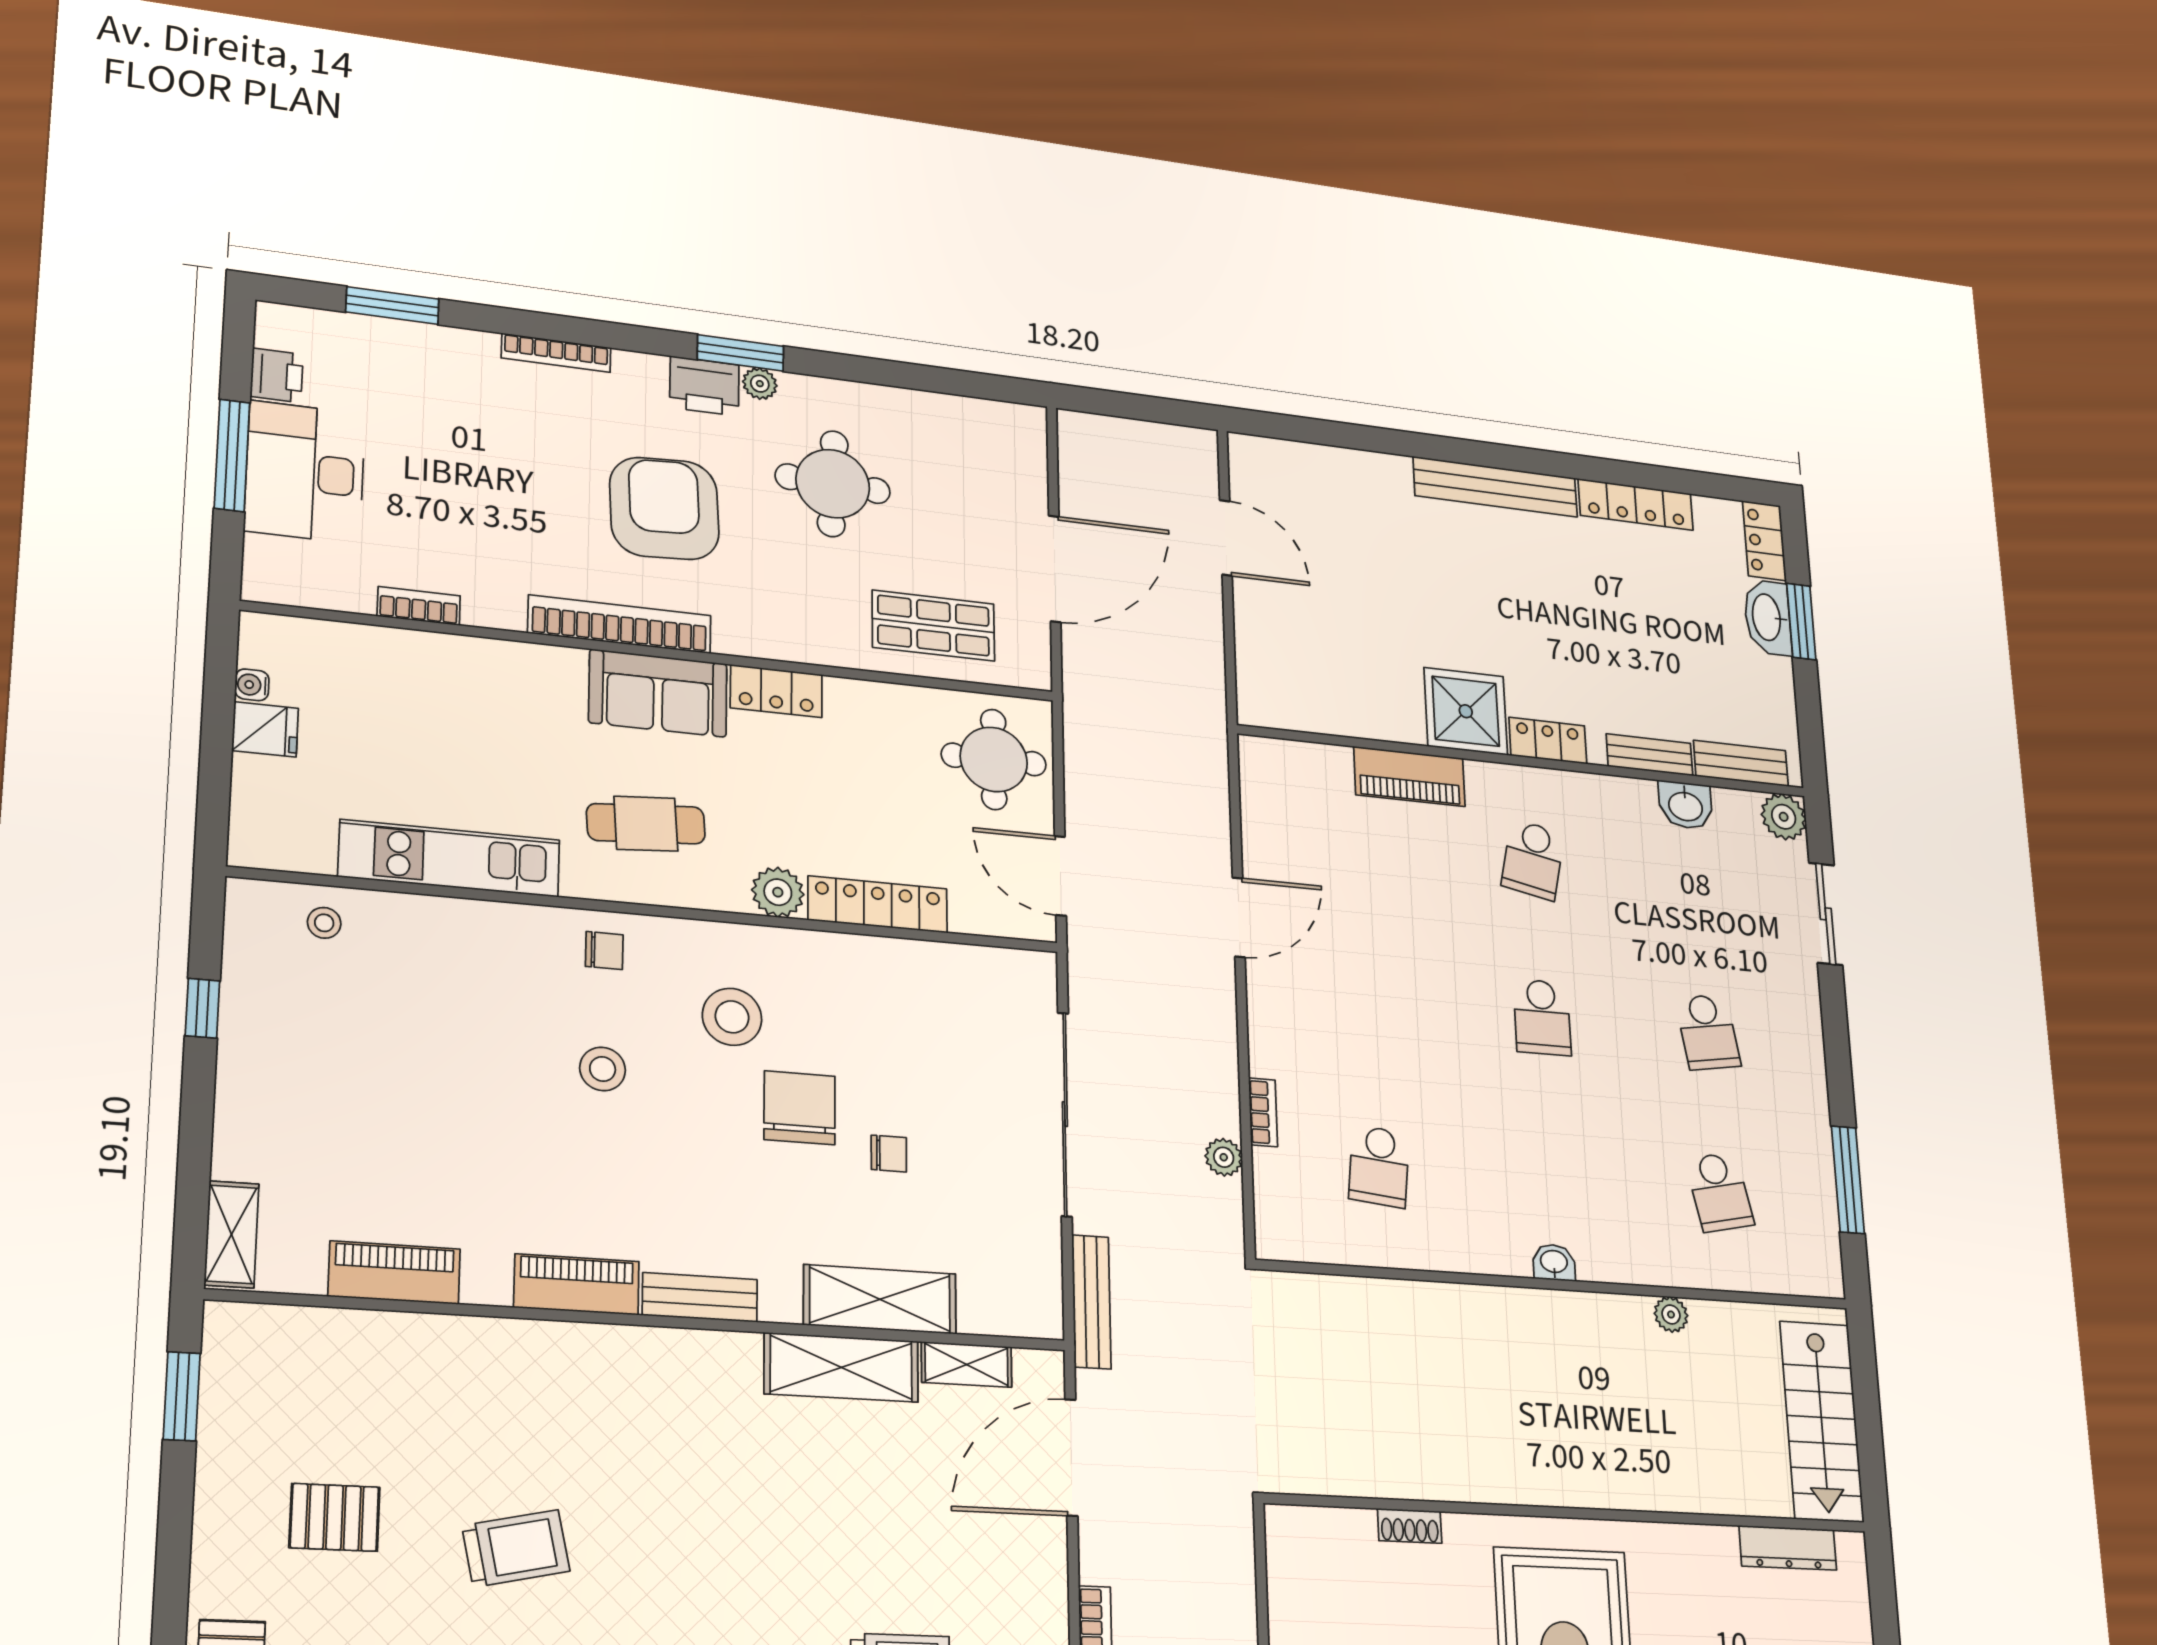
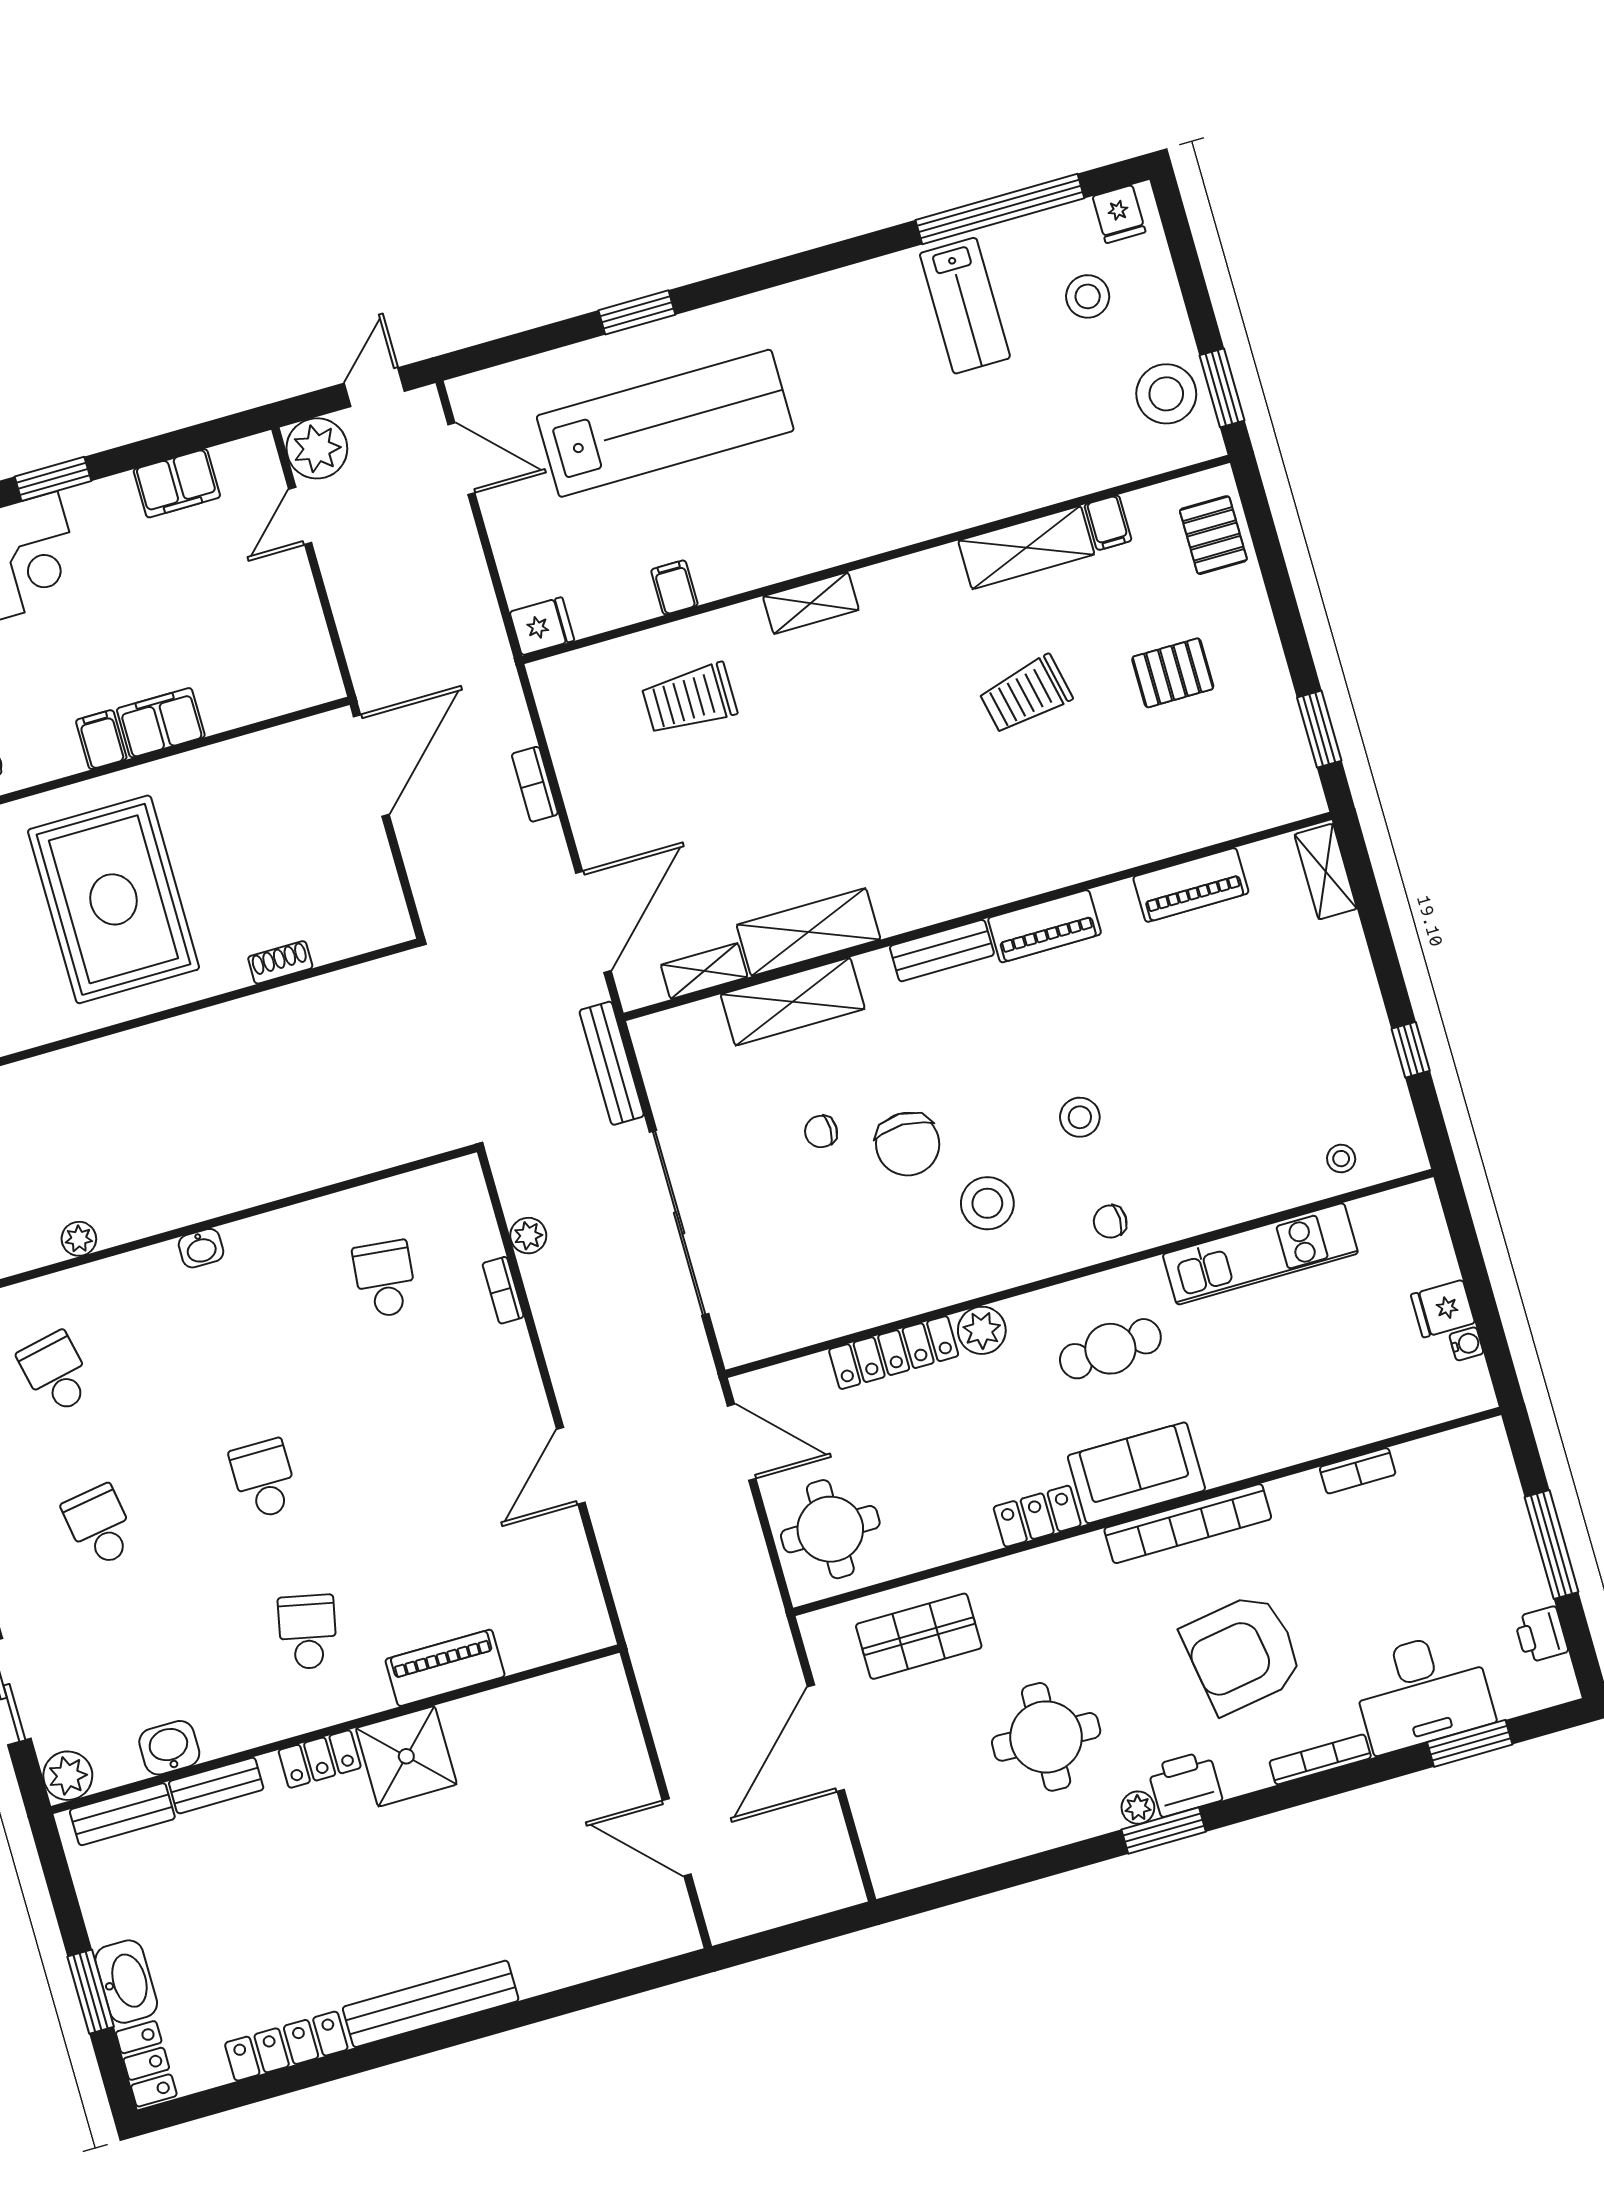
desk: (305, 472) -> (1422, 1691), moved, turned 90
armchair: (664, 508) -> (1243, 1653), moved, turned 84

